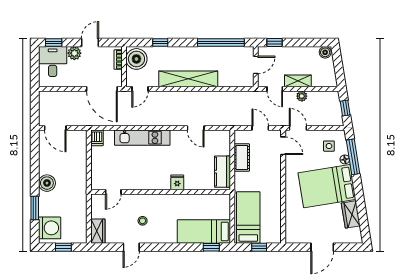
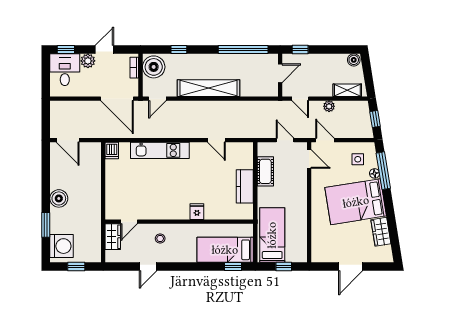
shelving: (298, 81) -> (347, 90), moved
fridge: (177, 182) -> (197, 212), moved
door: (113, 192) -> (129, 222), moved
wall: (161, 192) -> (179, 222), moved
wardrobe: (98, 231) -> (113, 237), moved

